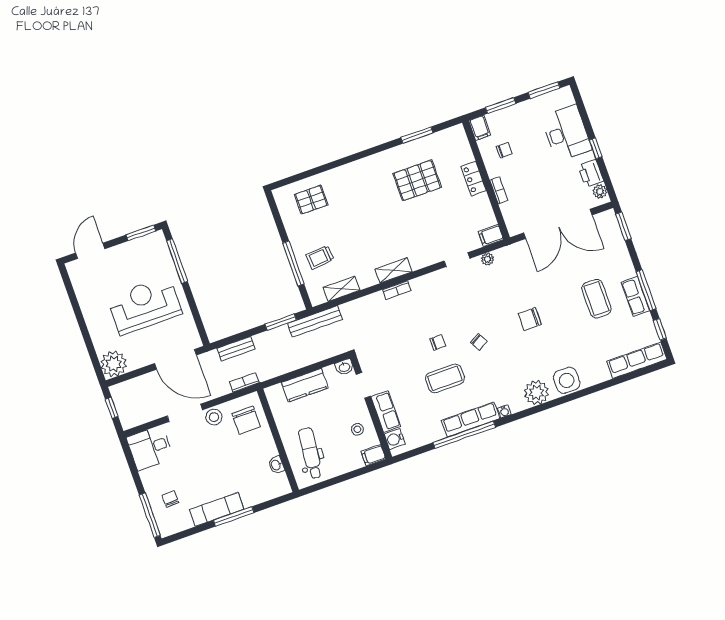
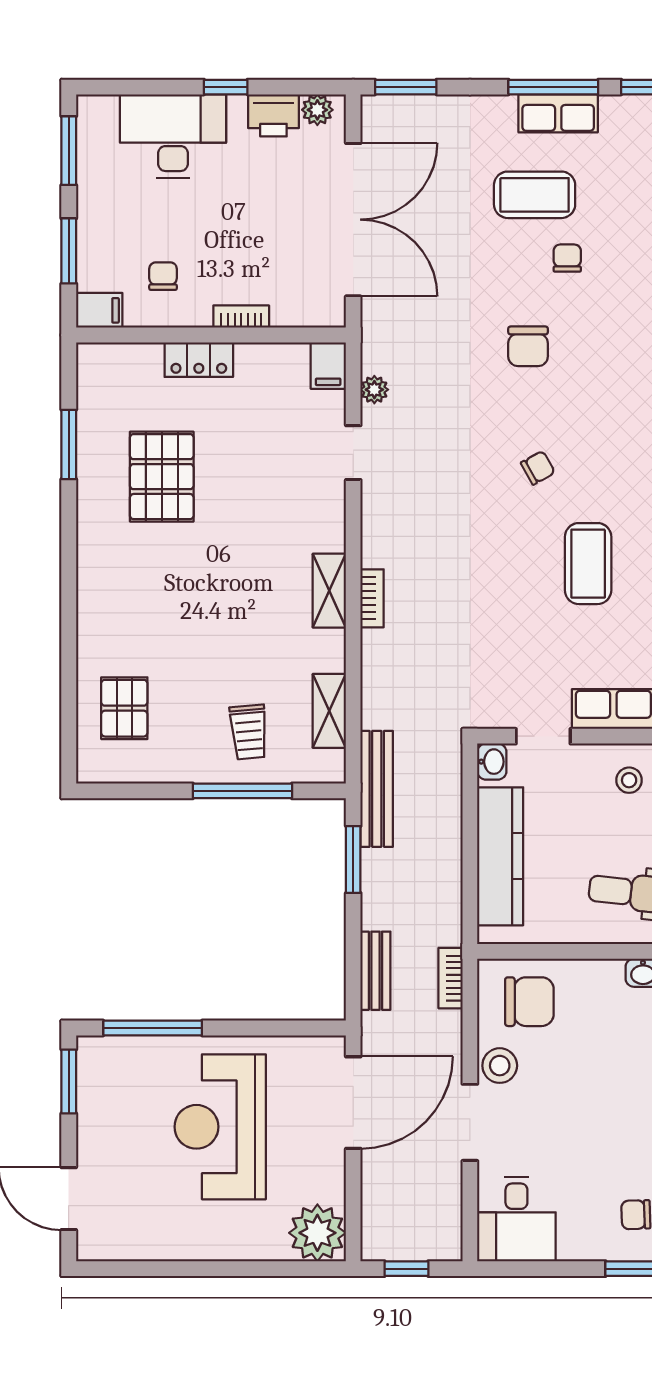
chair: (438, 342) -> (567, 258), moved
kitchen counter: (305, 385) -> (500, 856), width x1.50

